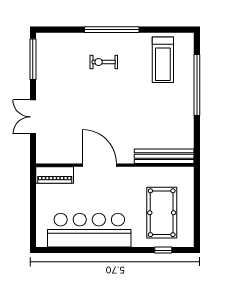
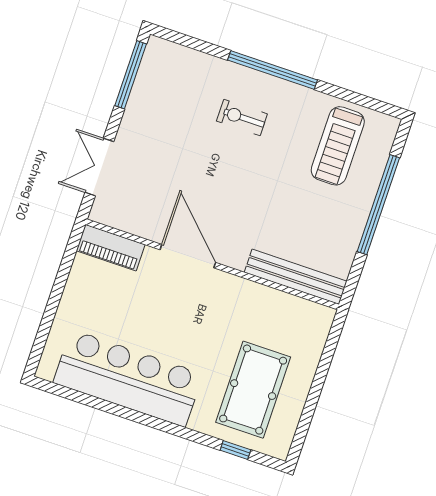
bench: (164, 156) -> (296, 277), moved
door: (100, 165) -> (188, 256), moved
wall: (115, 165) -> (212, 264), moved
piano: (55, 175) -> (111, 248), moved

